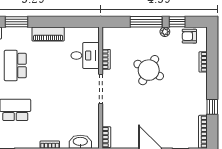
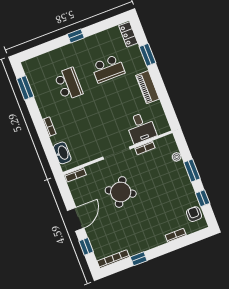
window: (146, 22) -> (192, 171), width x0.69
plant: (165, 32) -> (177, 157), moved
school desk: (15, 65) -> (108, 69), turned 180
round table: (149, 70) -> (121, 192), moved

